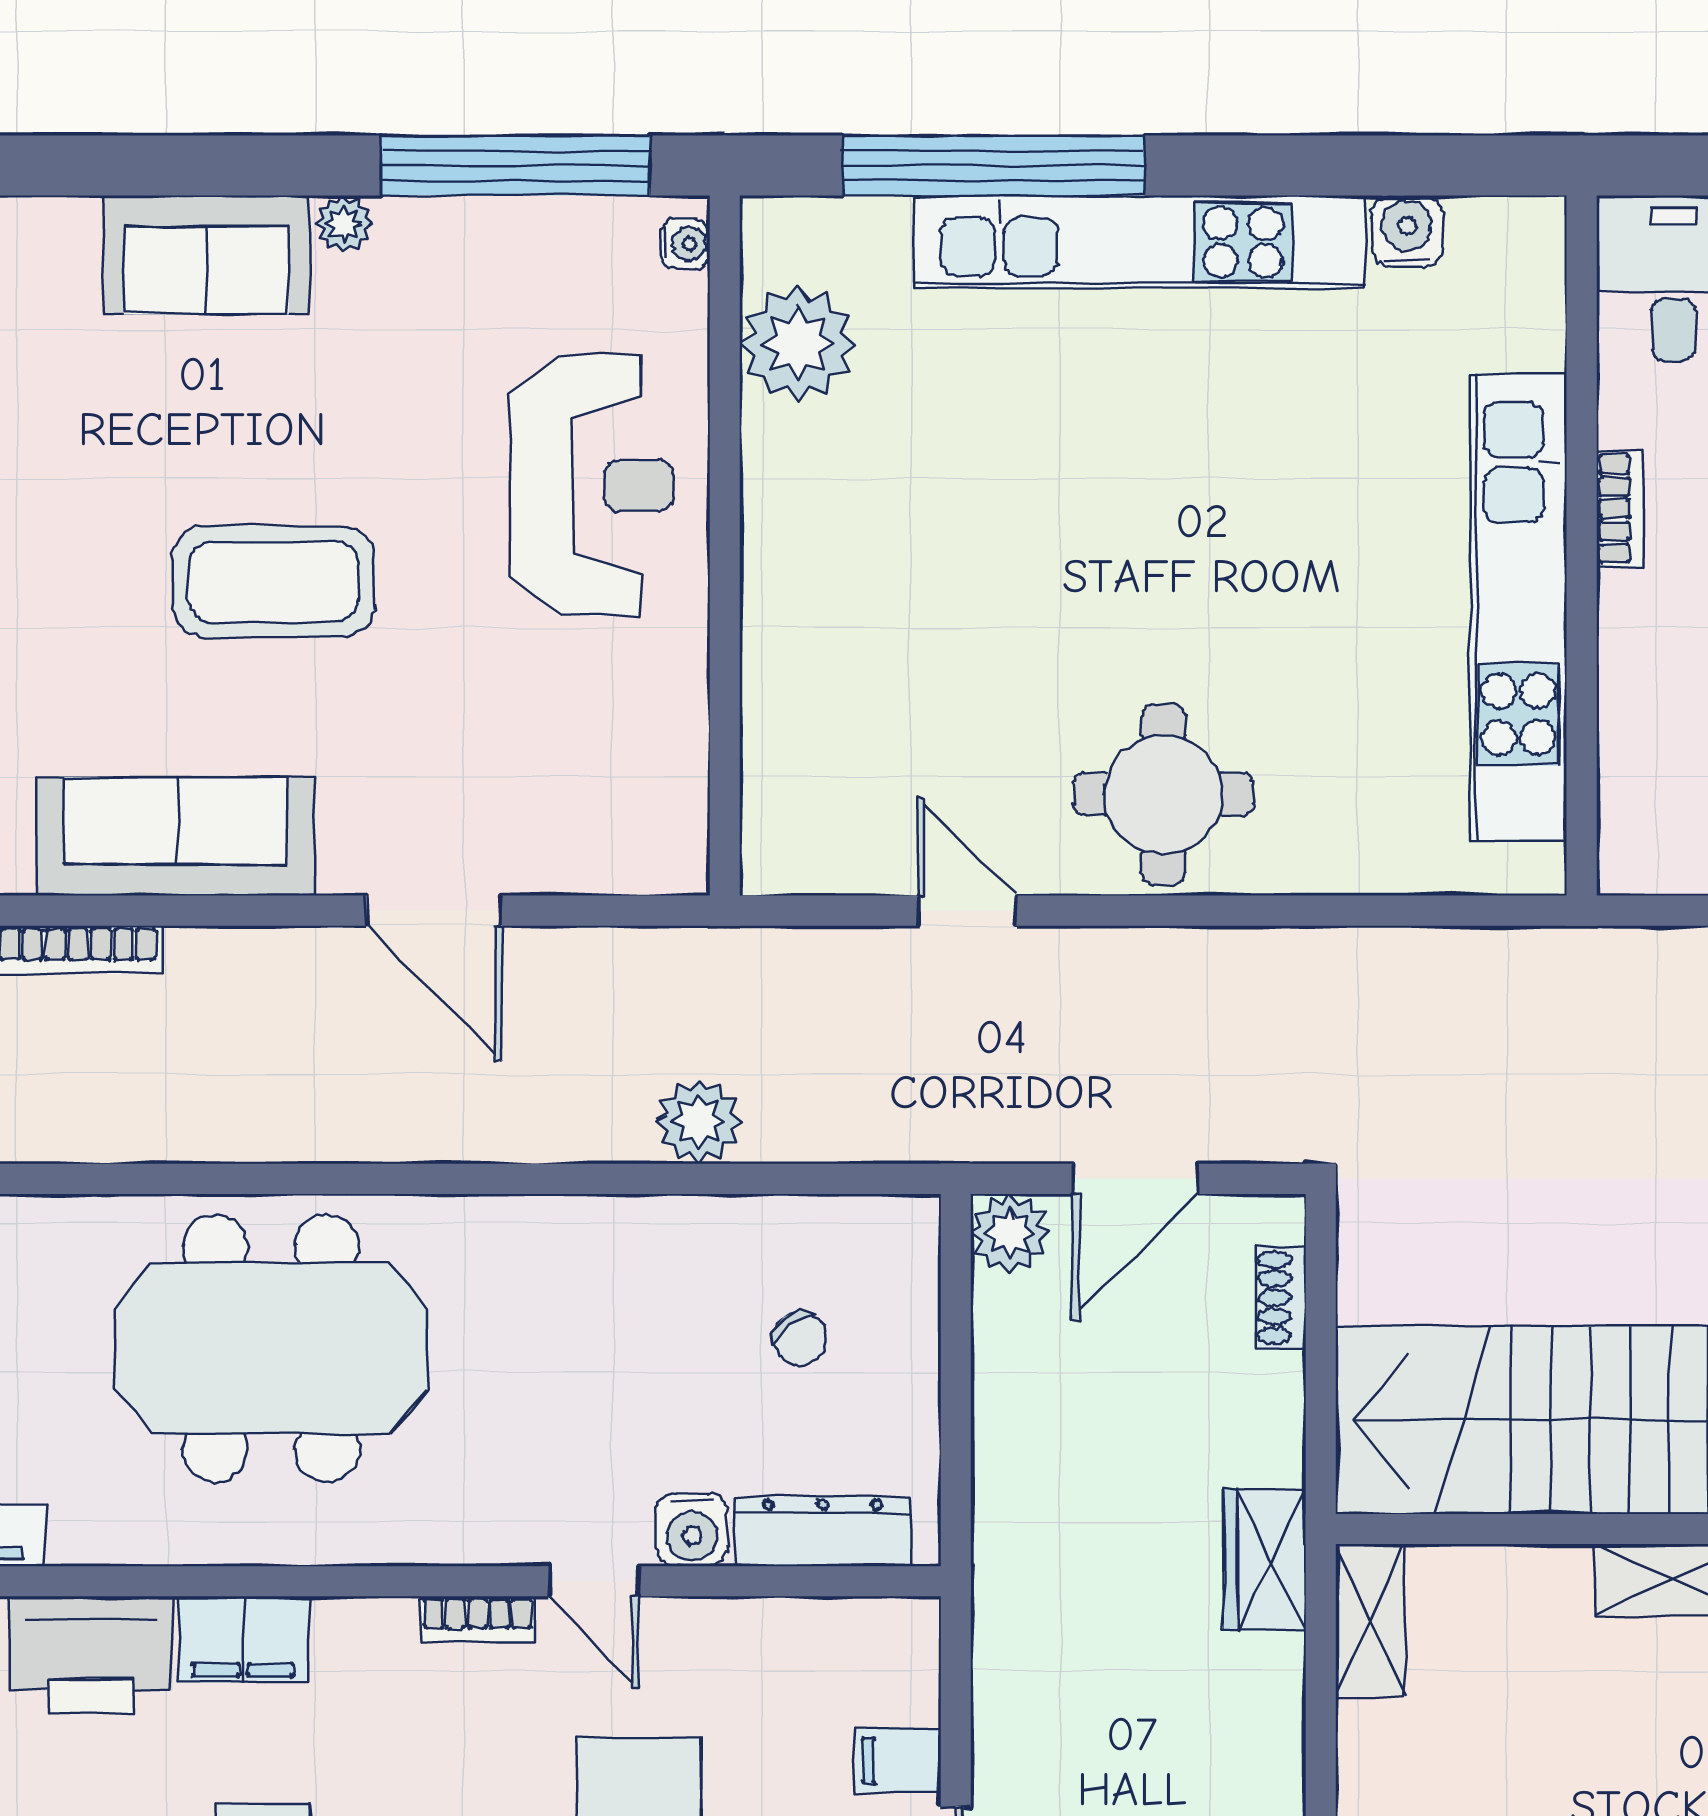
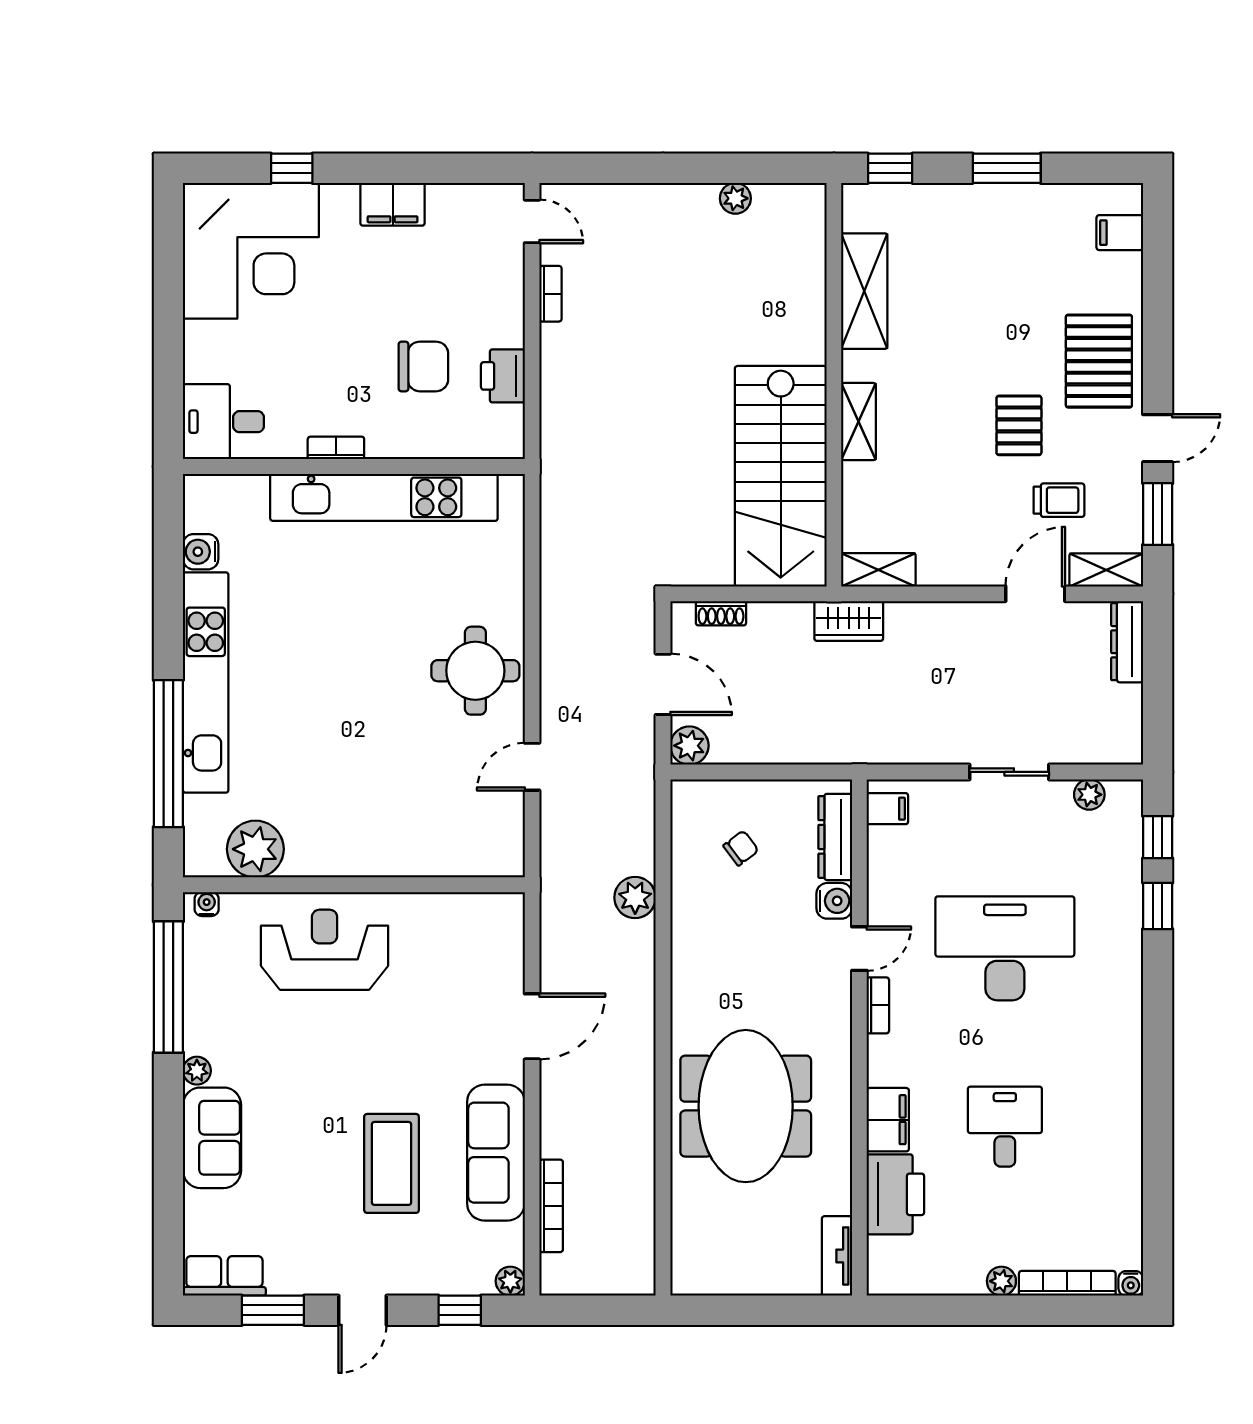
coffee table: (274, 582) -> (392, 1163), moved
filing cabinet: (898, 1760) -> (887, 809), moved, turned -90

